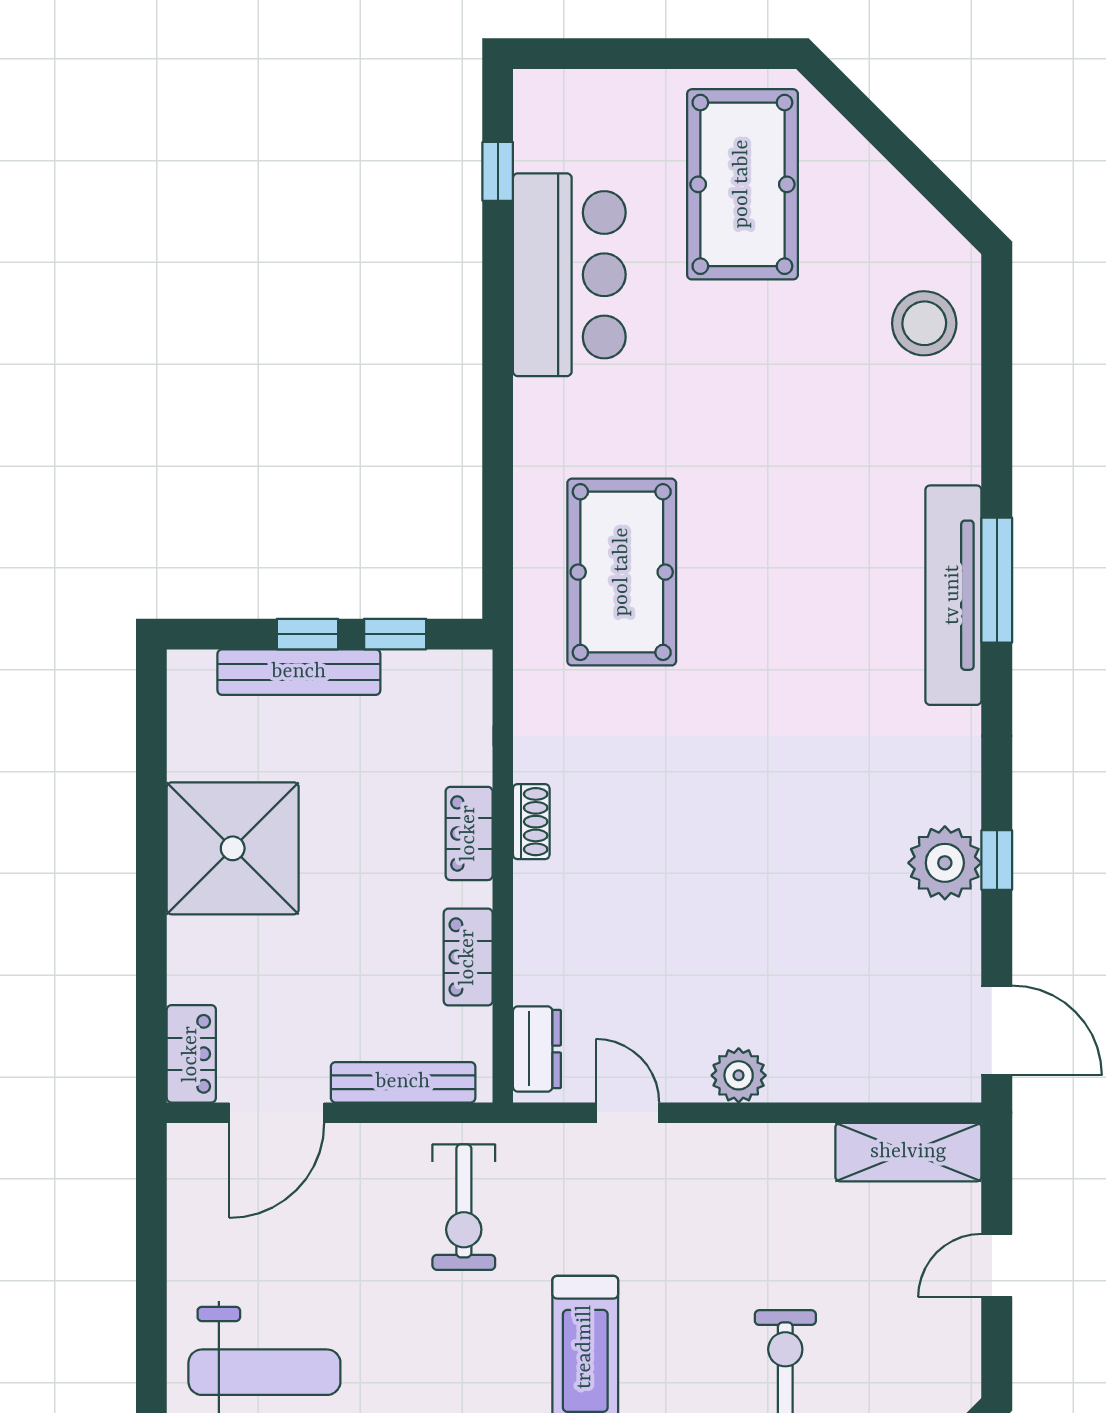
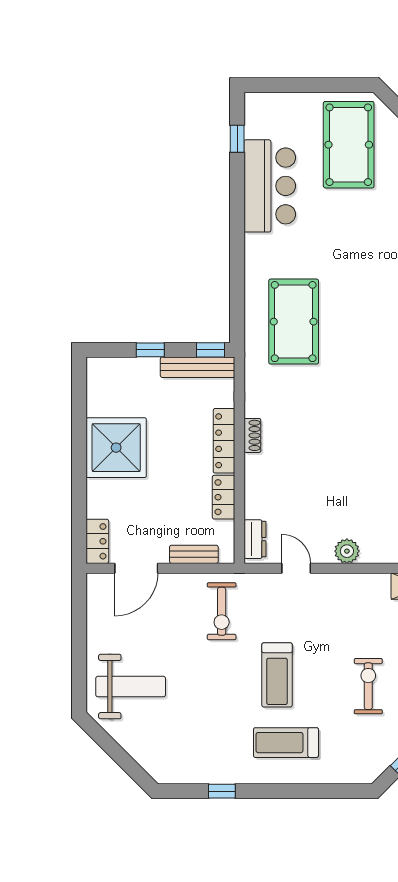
window: (395, 634) -> (210, 350), moved
bench: (299, 672) -> (198, 367), moved
locker: (469, 833) -> (224, 441), width x1.53
bench: (403, 1082) -> (194, 554), width x0.73

